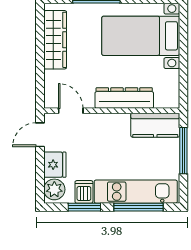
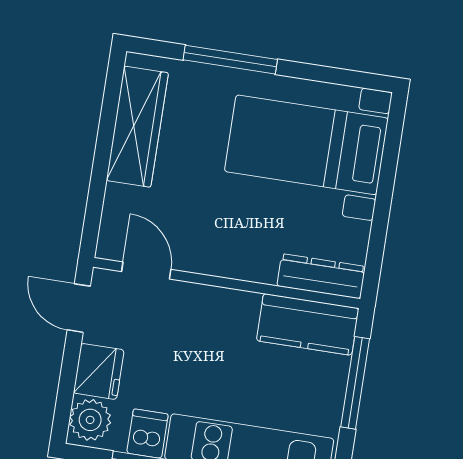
dresser: (124, 98) -> (321, 276), moved, width x0.73, depth x0.80
door: (40, 135) -> (79, 308), hinge flipped

